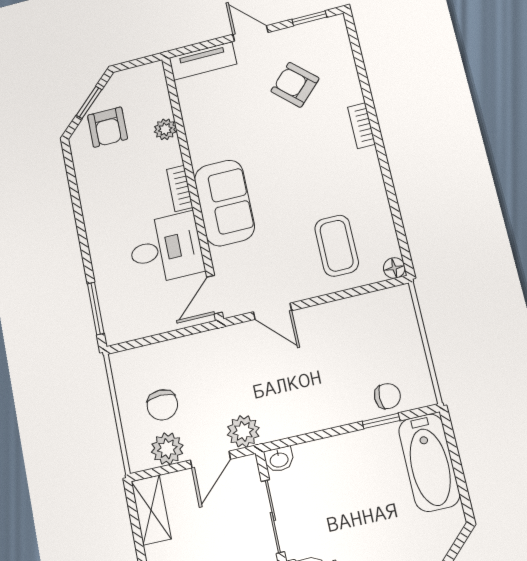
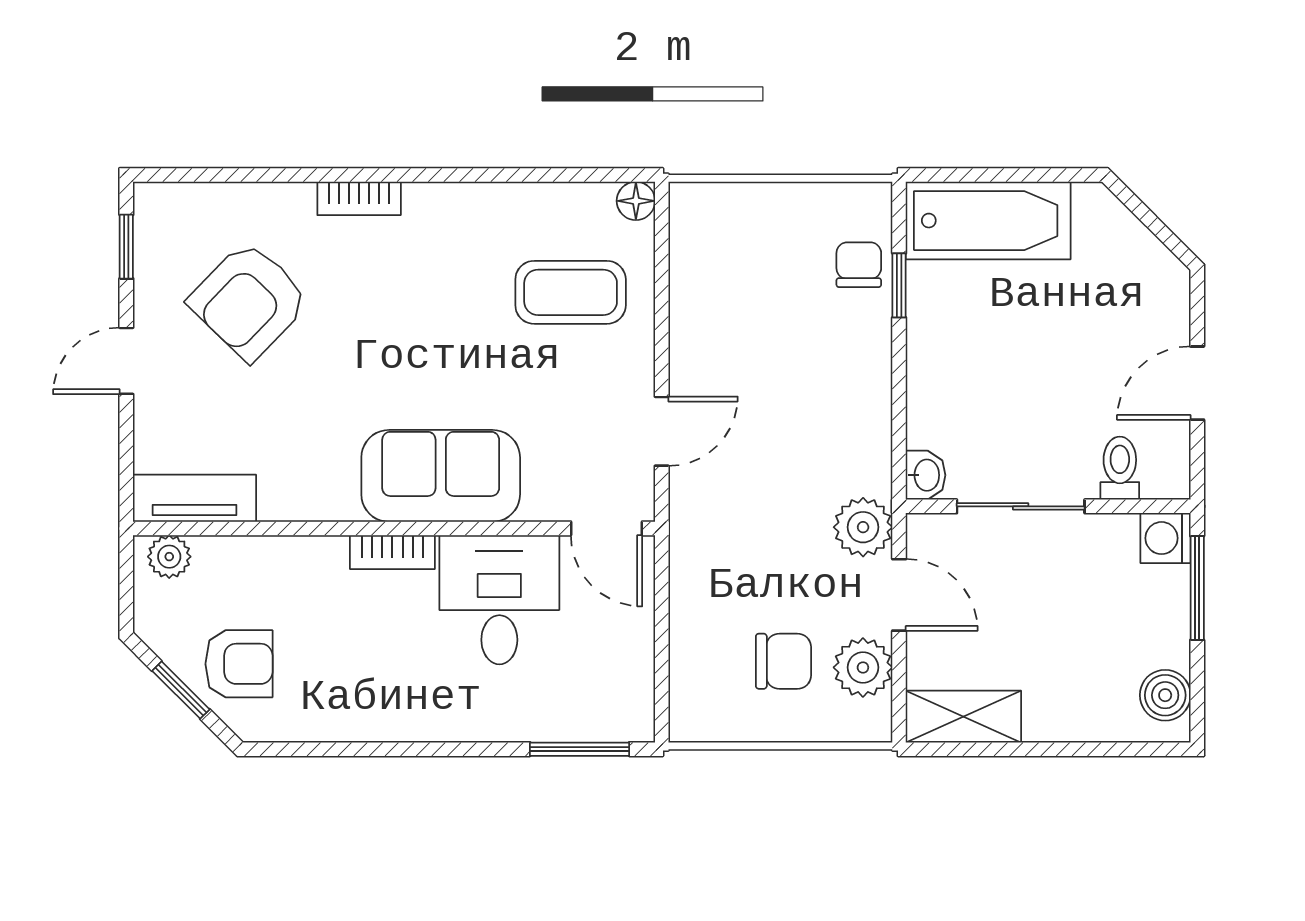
tv unit: (203, 61) -> (195, 498), moved, turned -90
armchair: (295, 85) -> (249, 301), width x1.38, depth x1.38
plant: (165, 129) -> (169, 557), moved

